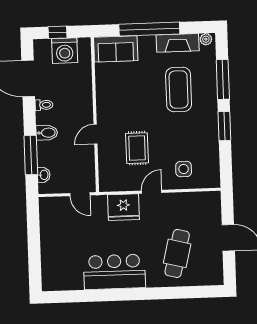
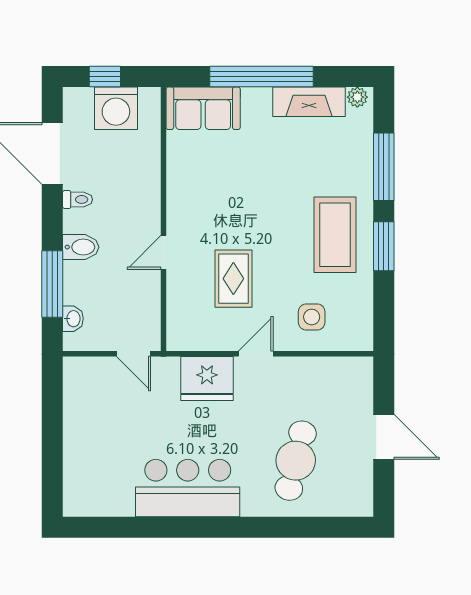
coffee table: (179, 90) -> (335, 235), moved

